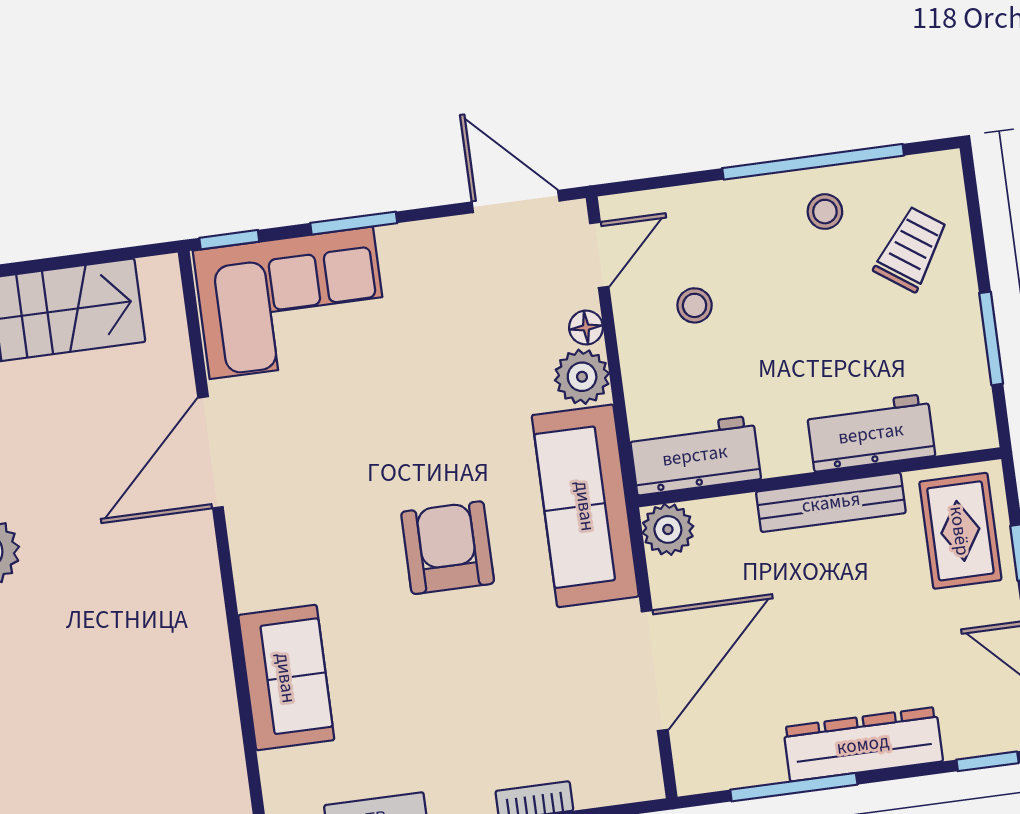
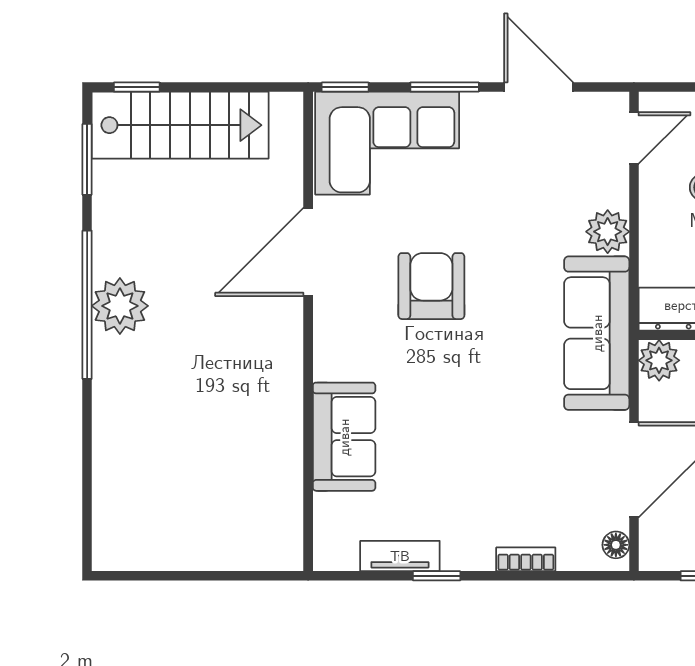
door: (516, 201) -> (539, 87), moved
floor lamp: (586, 328) -> (616, 545), moved
armchair: (448, 548) -> (431, 286), moved

